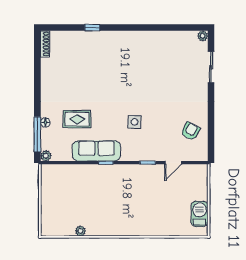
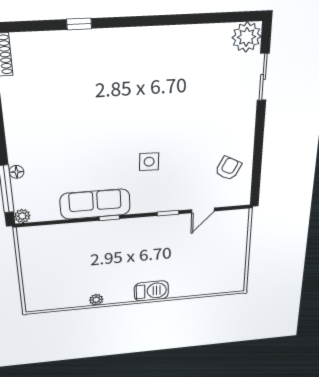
plant: (203, 36) -> (247, 37), width x1.88, depth x1.88
rug: (77, 119) -> (64, 164), removed
barbecue: (199, 214) -> (151, 291), moved, turned 90
plant: (80, 231) -> (96, 300), moved

